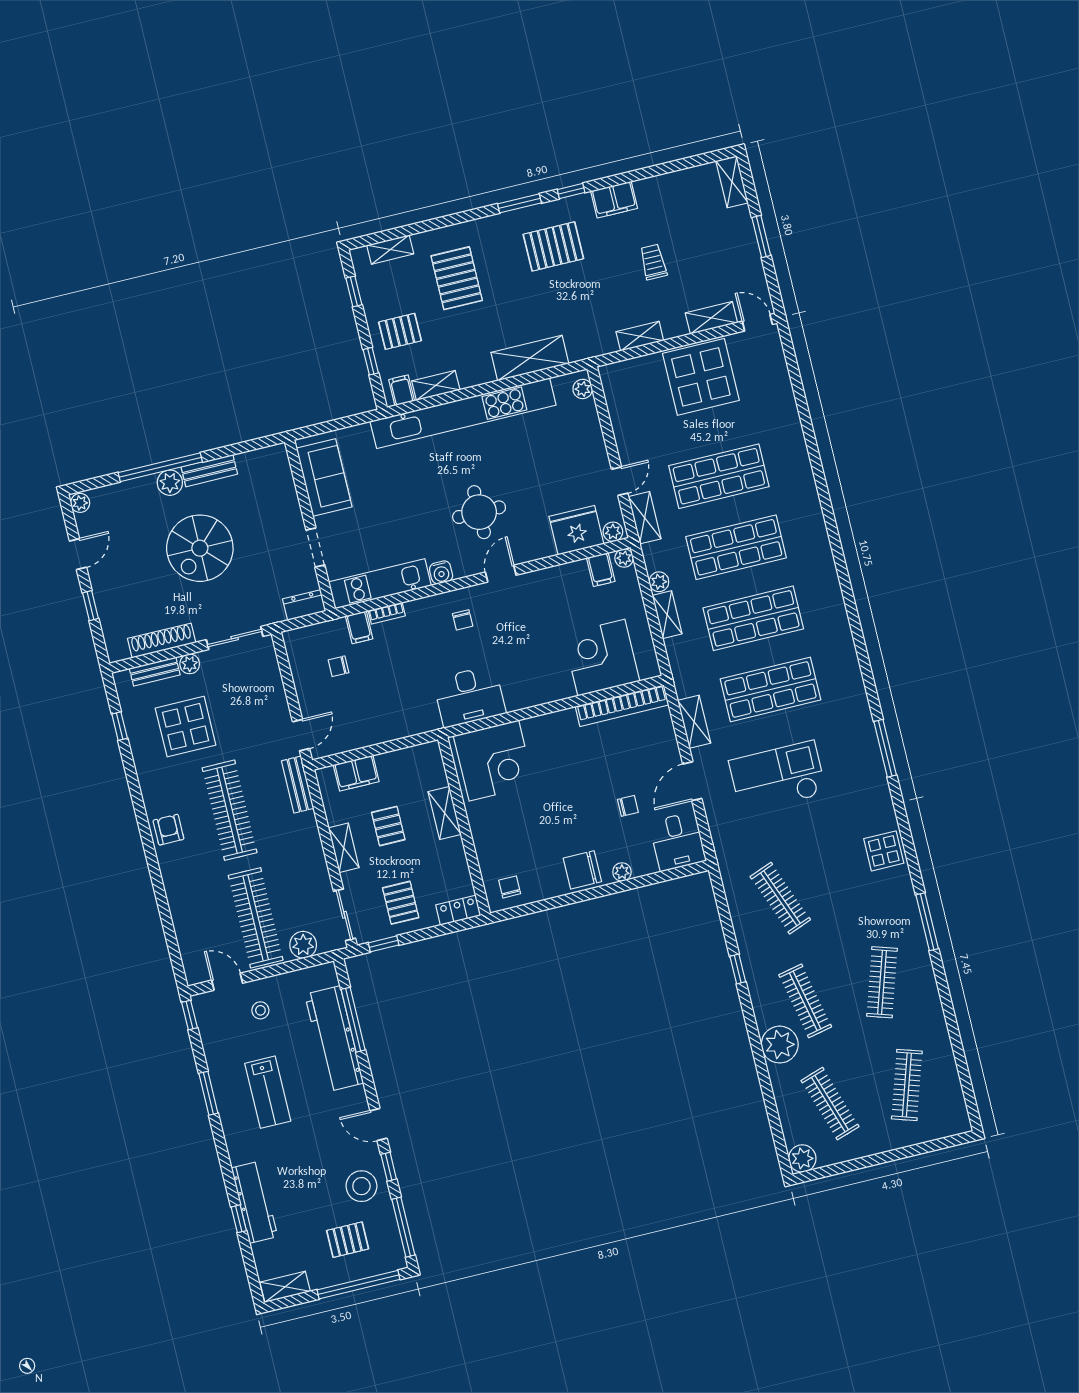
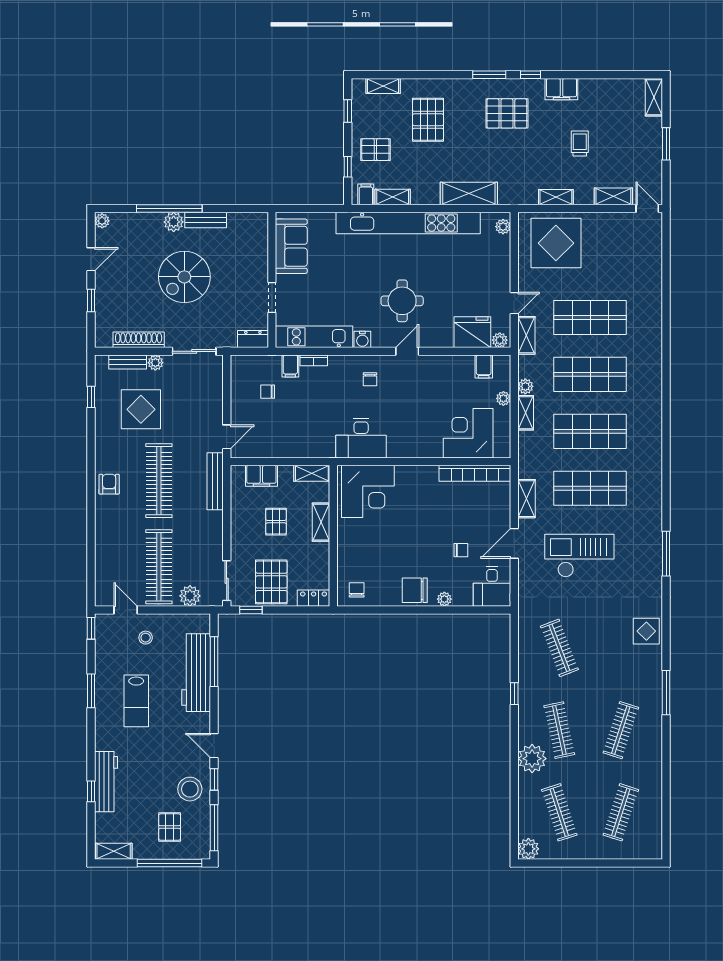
display table: (701, 377) -> (556, 243), moved
plant: (624, 558) -> (503, 398), moved
bench: (298, 785) -> (215, 481), width x1.36
shelving: (344, 848) -> (312, 473), moved, turned 90
pallet: (401, 903) -> (271, 582), width x1.50, depth x1.42
pallet: (348, 1240) -> (170, 827), turned 90

